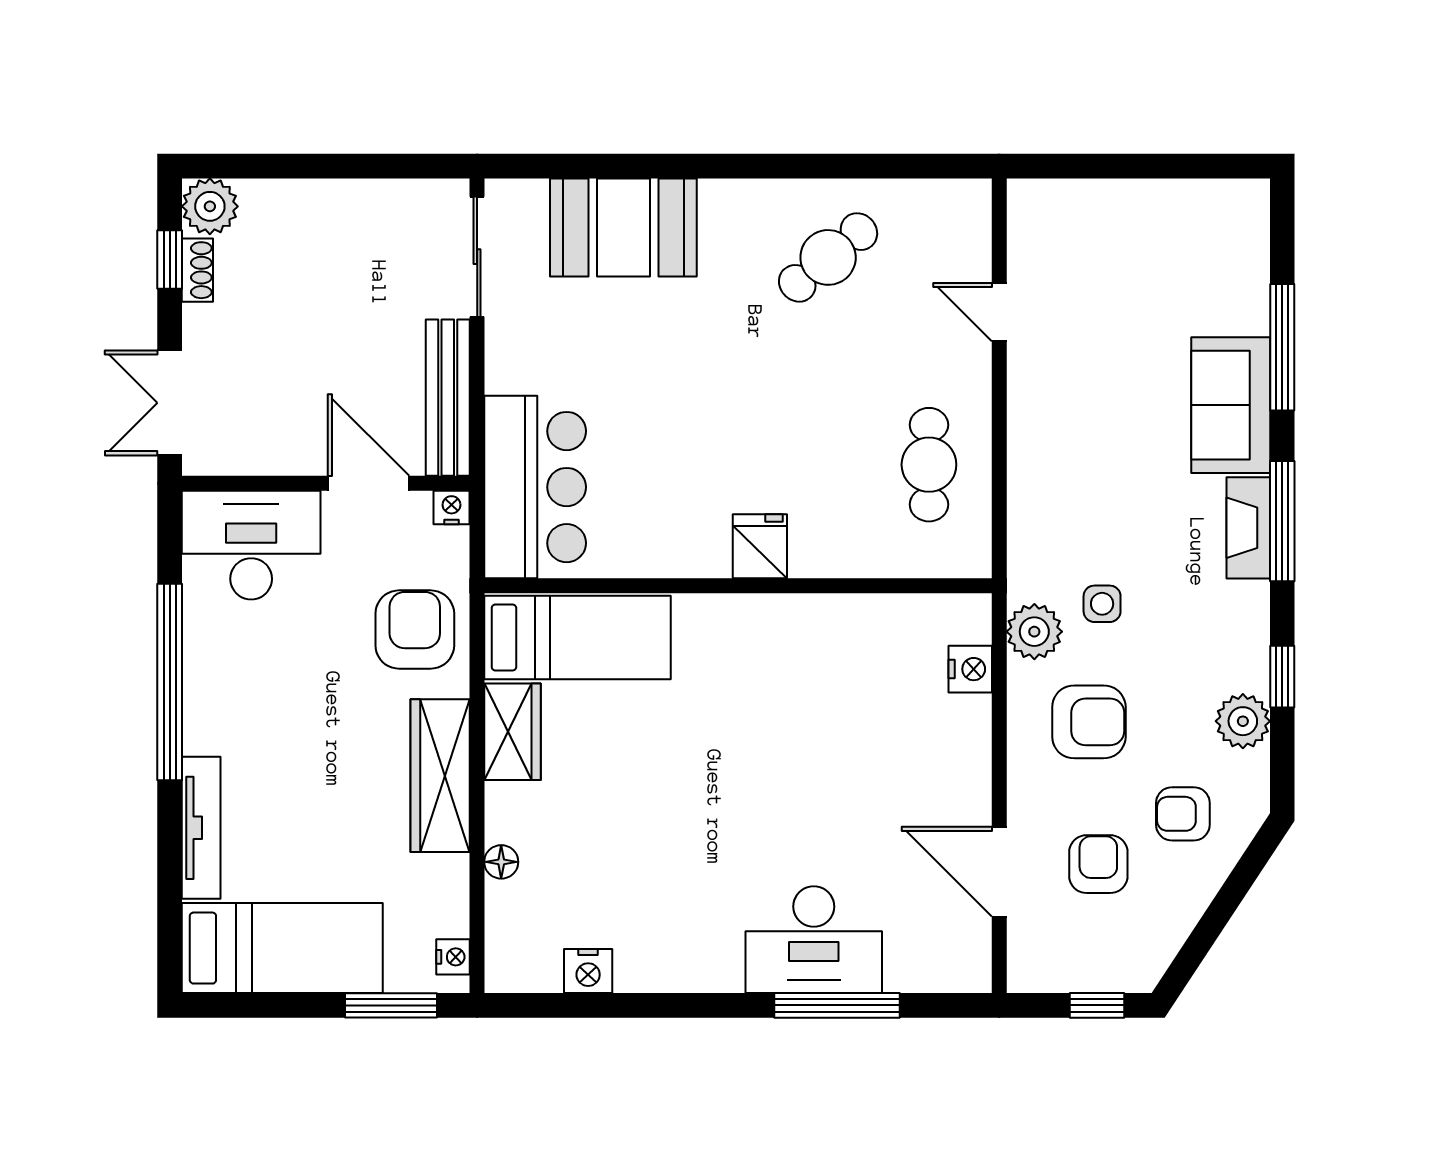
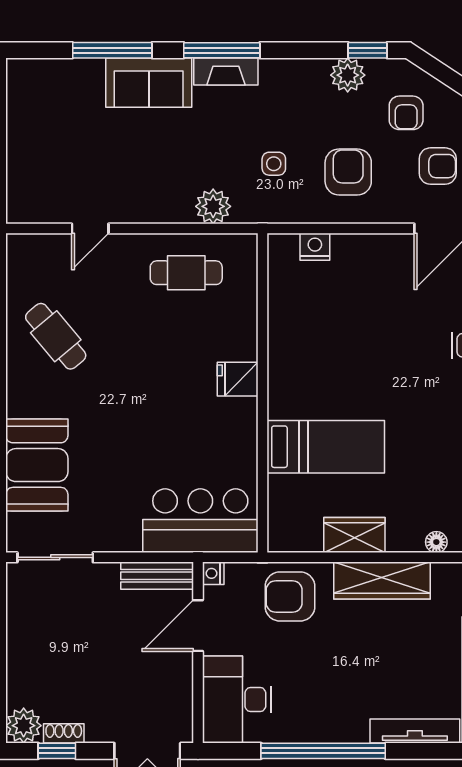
bench: (448, 398) -> (157, 576), width x0.73
plant: (1034, 632) -> (213, 206), moved
bed: (578, 637) -> (326, 447), moved, turned 90
window: (1282, 677) -> (368, 50), moved
armchair: (1098, 864) -> (438, 166), turned 180

